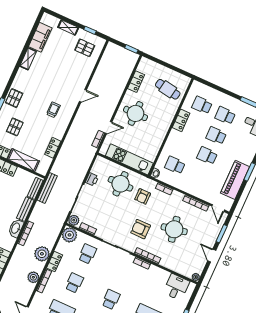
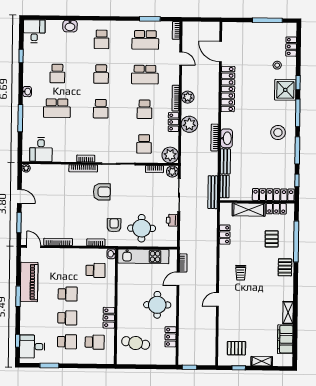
round table: (174, 229) -> (68, 206), removed

